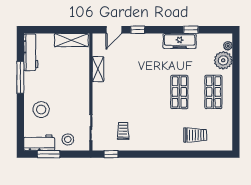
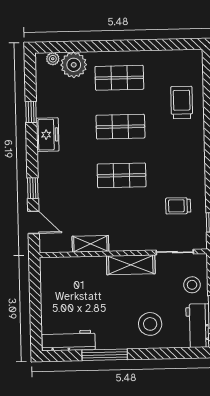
shelving: (71, 40) -> (131, 265), moved, turned 90
freezer: (180, 41) -> (48, 135), width x0.71
shop shelf: (145, 92) -> (122, 175), added

